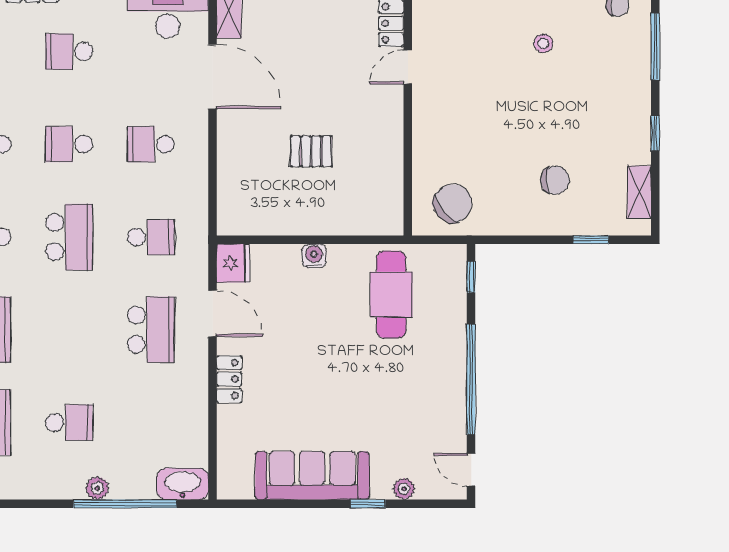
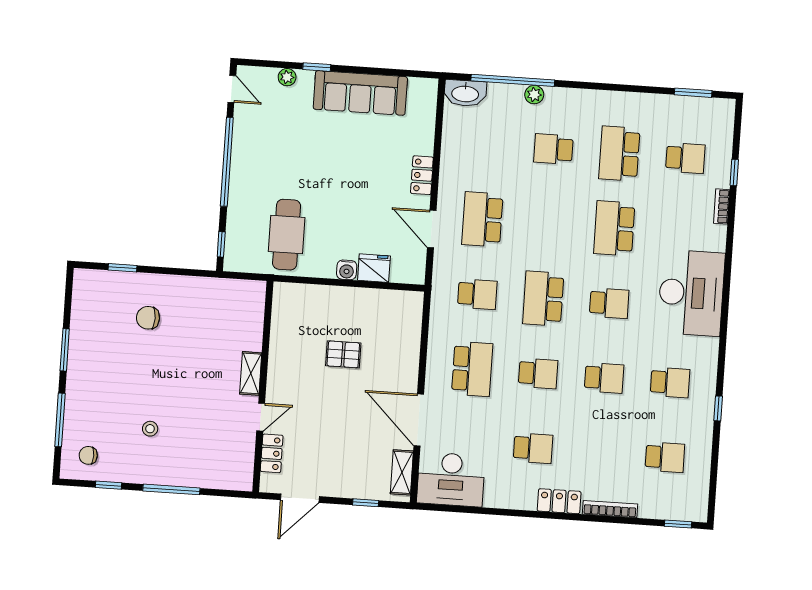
window: (655, 133) -> (65, 350), width x1.50
school desk: (151, 144) -> (472, 369), width x1.85
shelving: (639, 192) -> (251, 373), moved
chair: (453, 203) -> (232, 305), removed
school desk: (151, 237) -> (477, 294), turned 180
fridge: (233, 263) -> (374, 268), moved, turned 90

